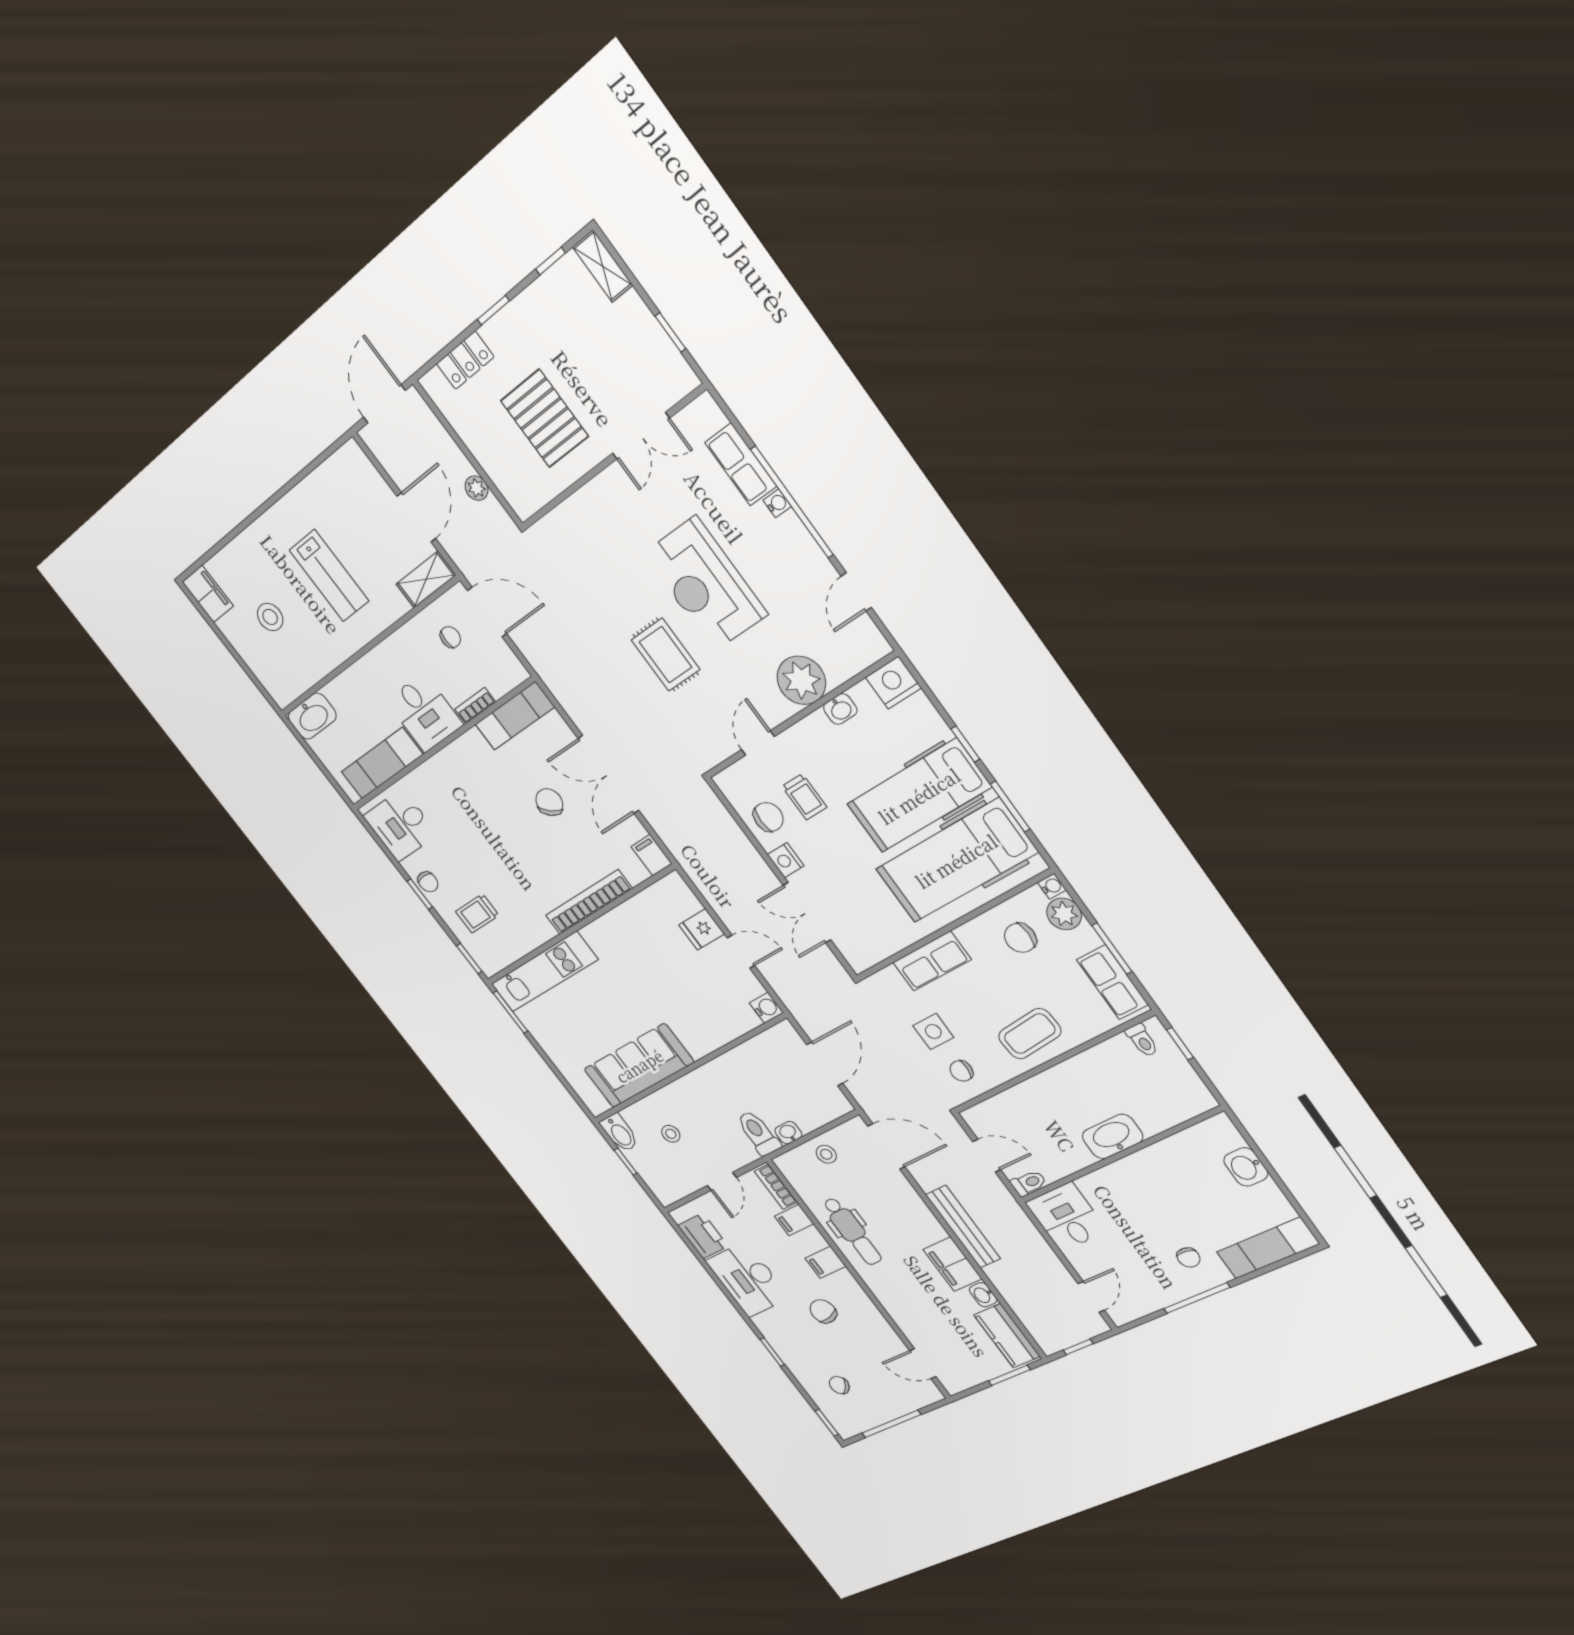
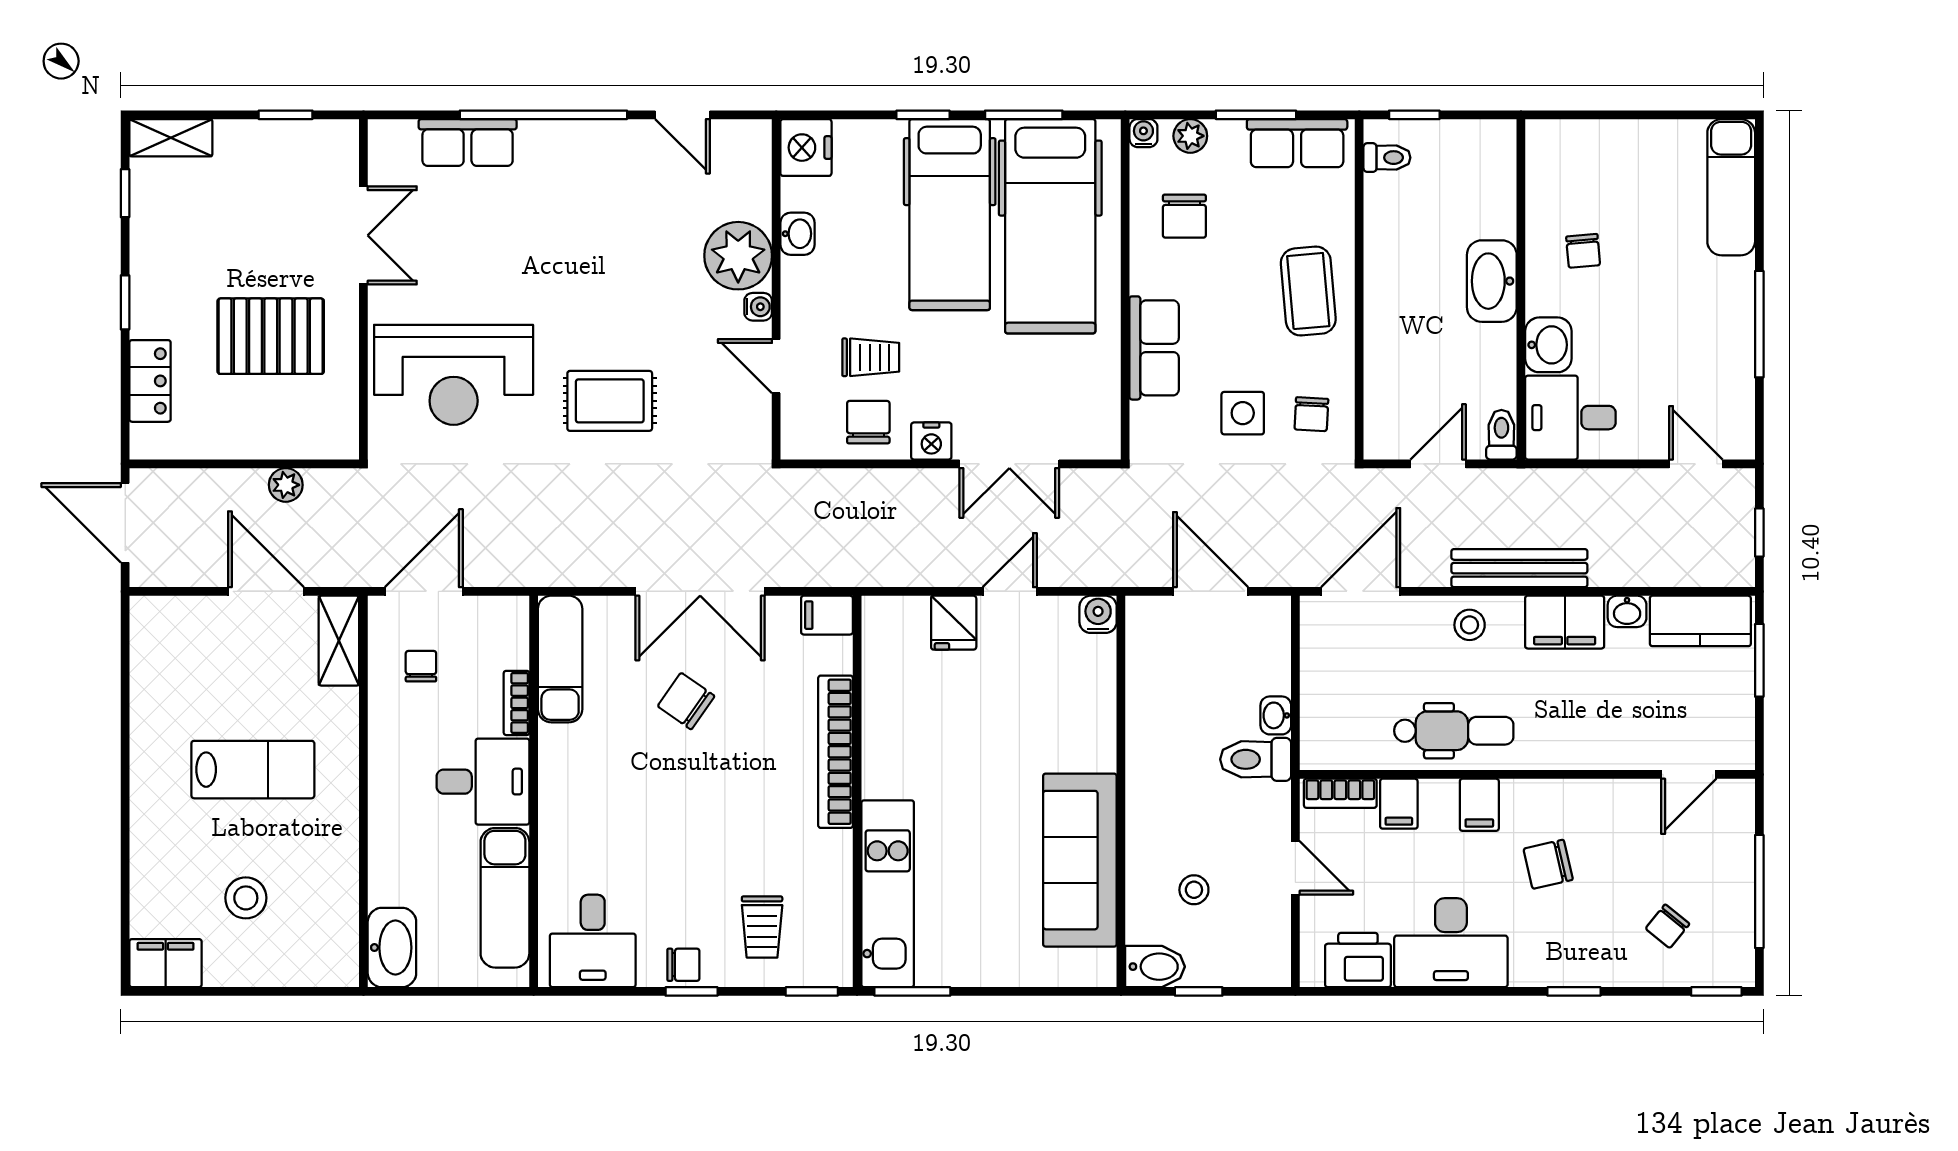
water cooler: (777, 503) -> (758, 307), moved, turned 90
reception desk: (705, 584) -> (454, 375), moved
plant: (1064, 914) -> (1190, 136), width x0.73, depth x0.73
stool: (826, 1154) -> (1470, 625), moved
washbasin: (1246, 1167) -> (1548, 345), moved, turned -90
chair: (1188, 1257) -> (1583, 251), moved, turned 78

